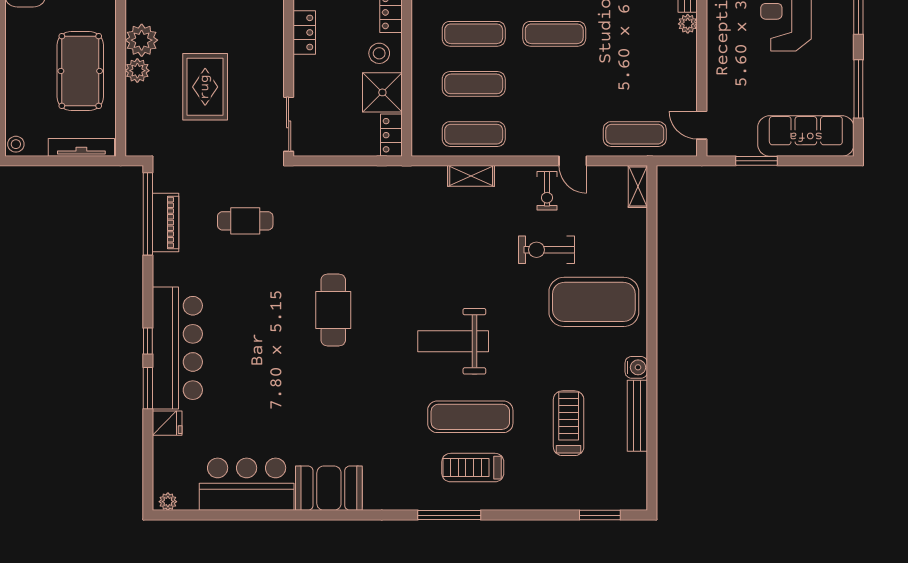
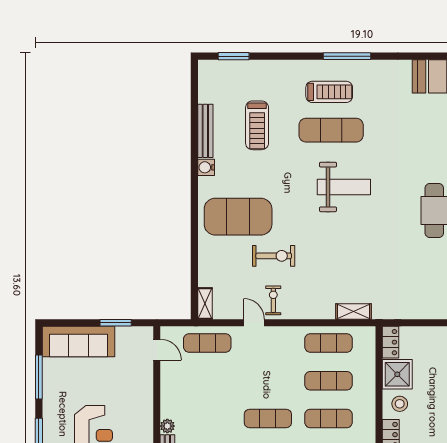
shelving: (471, 176) -> (353, 311), moved

